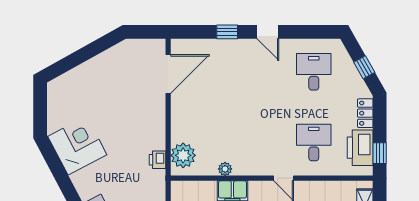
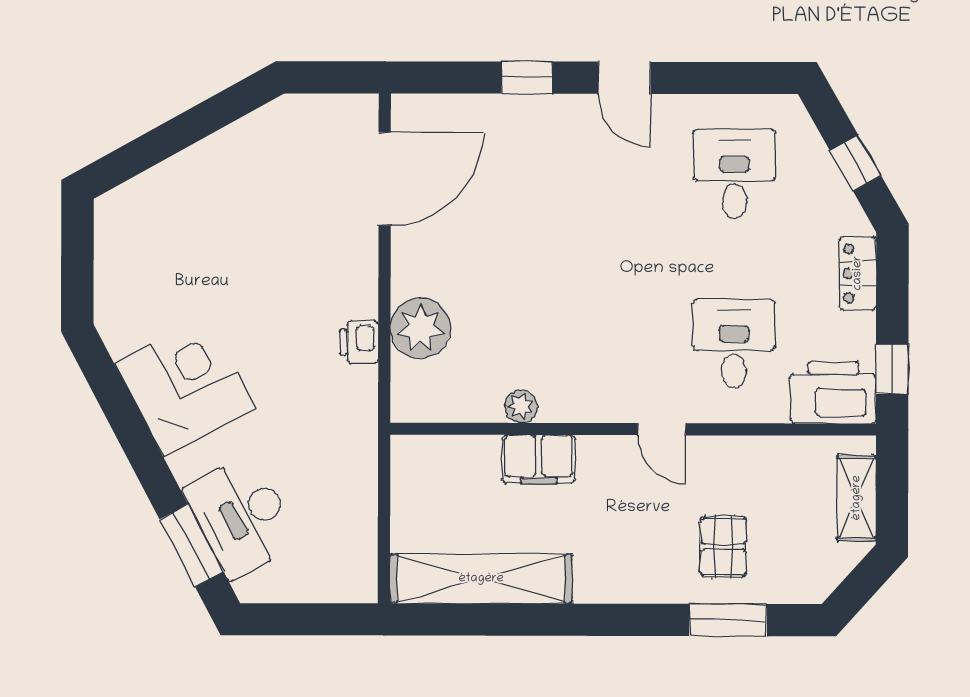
corner desk: (77, 146) -> (185, 386), moved
printer: (360, 148) -> (833, 393), moved, turned 90
plant: (183, 155) -> (420, 328), moved
printer: (157, 160) -> (359, 342), moved

